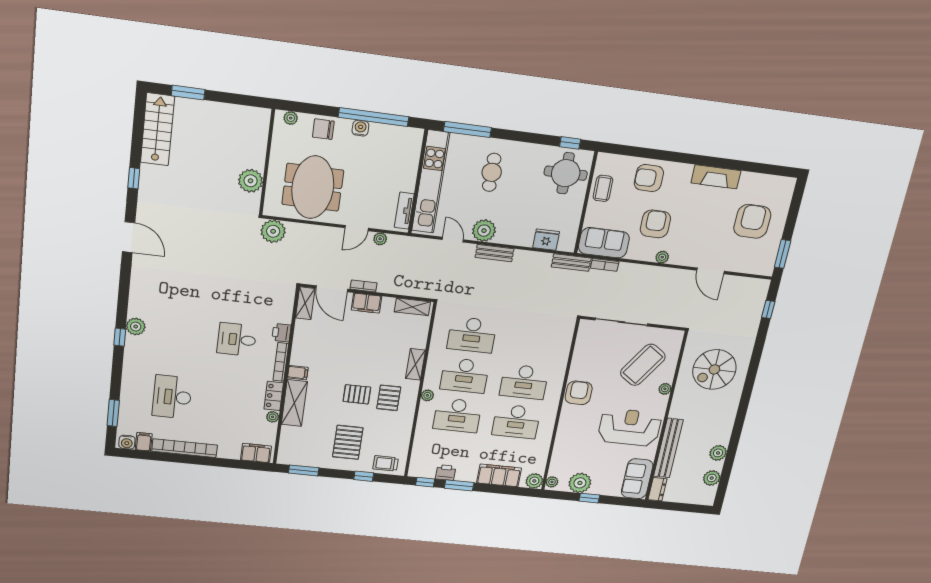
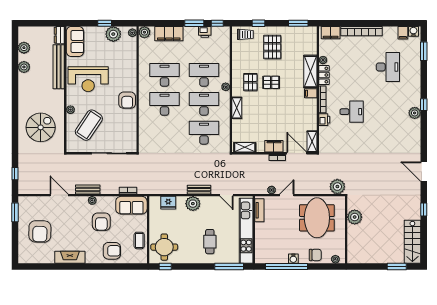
plant: (484, 231) -> (193, 204), moved
bench: (571, 263) -> (88, 189), moved
bookcase: (185, 448) -> (361, 31), moved

